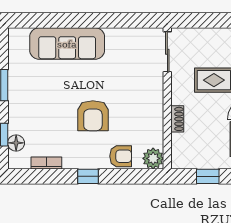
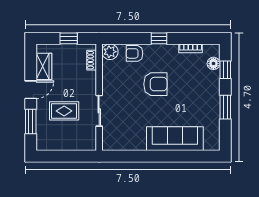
sliding door: (167, 52) -> (99, 111), moved
armchair: (93, 116) -> (155, 84), turned 90
shoe rack: (177, 119) -> (92, 60), moved

